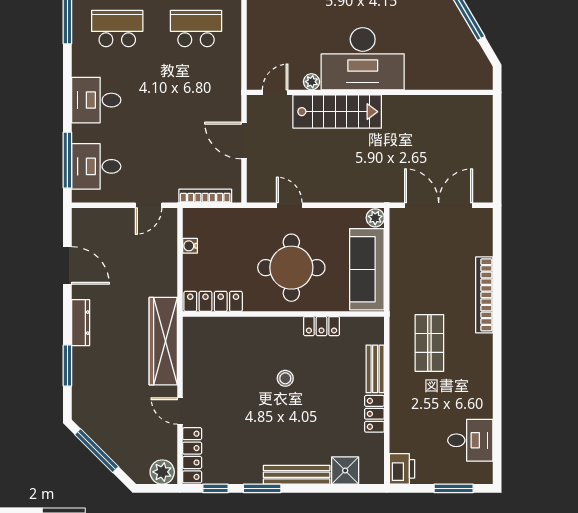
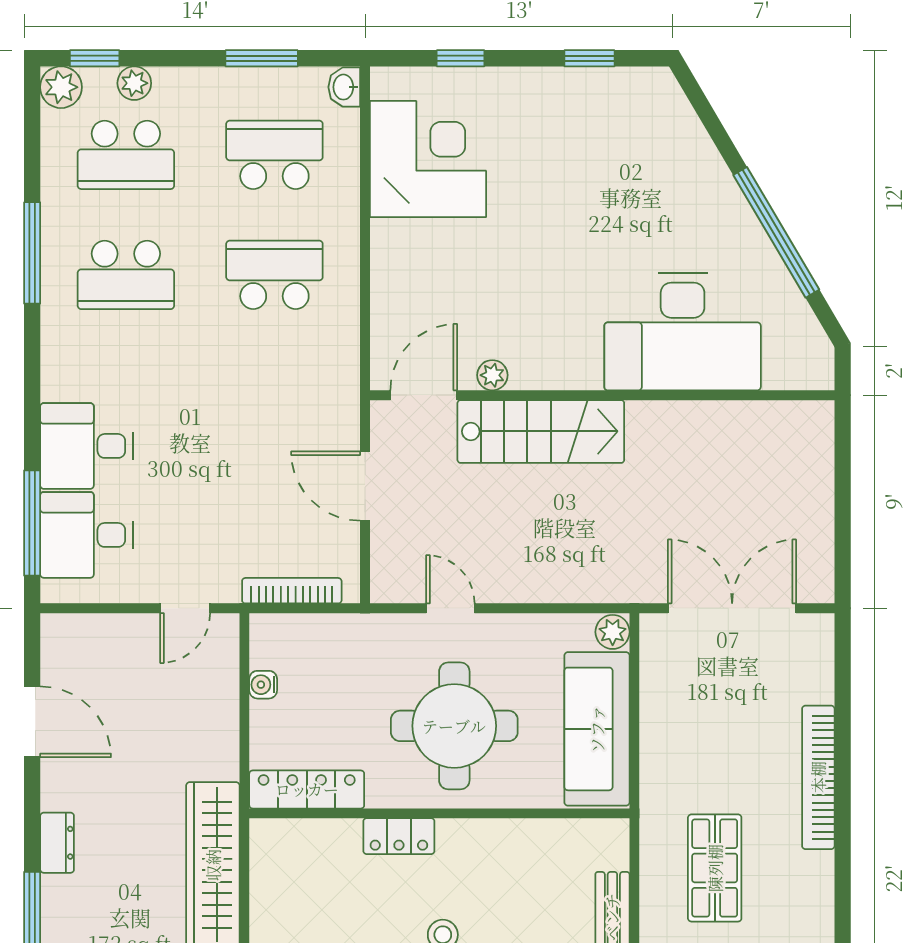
school desk: (117, 29) -> (126, 275), turned 180
desk: (363, 59) -> (683, 332), moved
door: (275, 92) -> (424, 395), width x1.38
desk: (96, 100) -> (86, 446), moved
dresser: (81, 323) -> (57, 843), width x0.70
locker: (321, 326) -> (399, 836), moved

